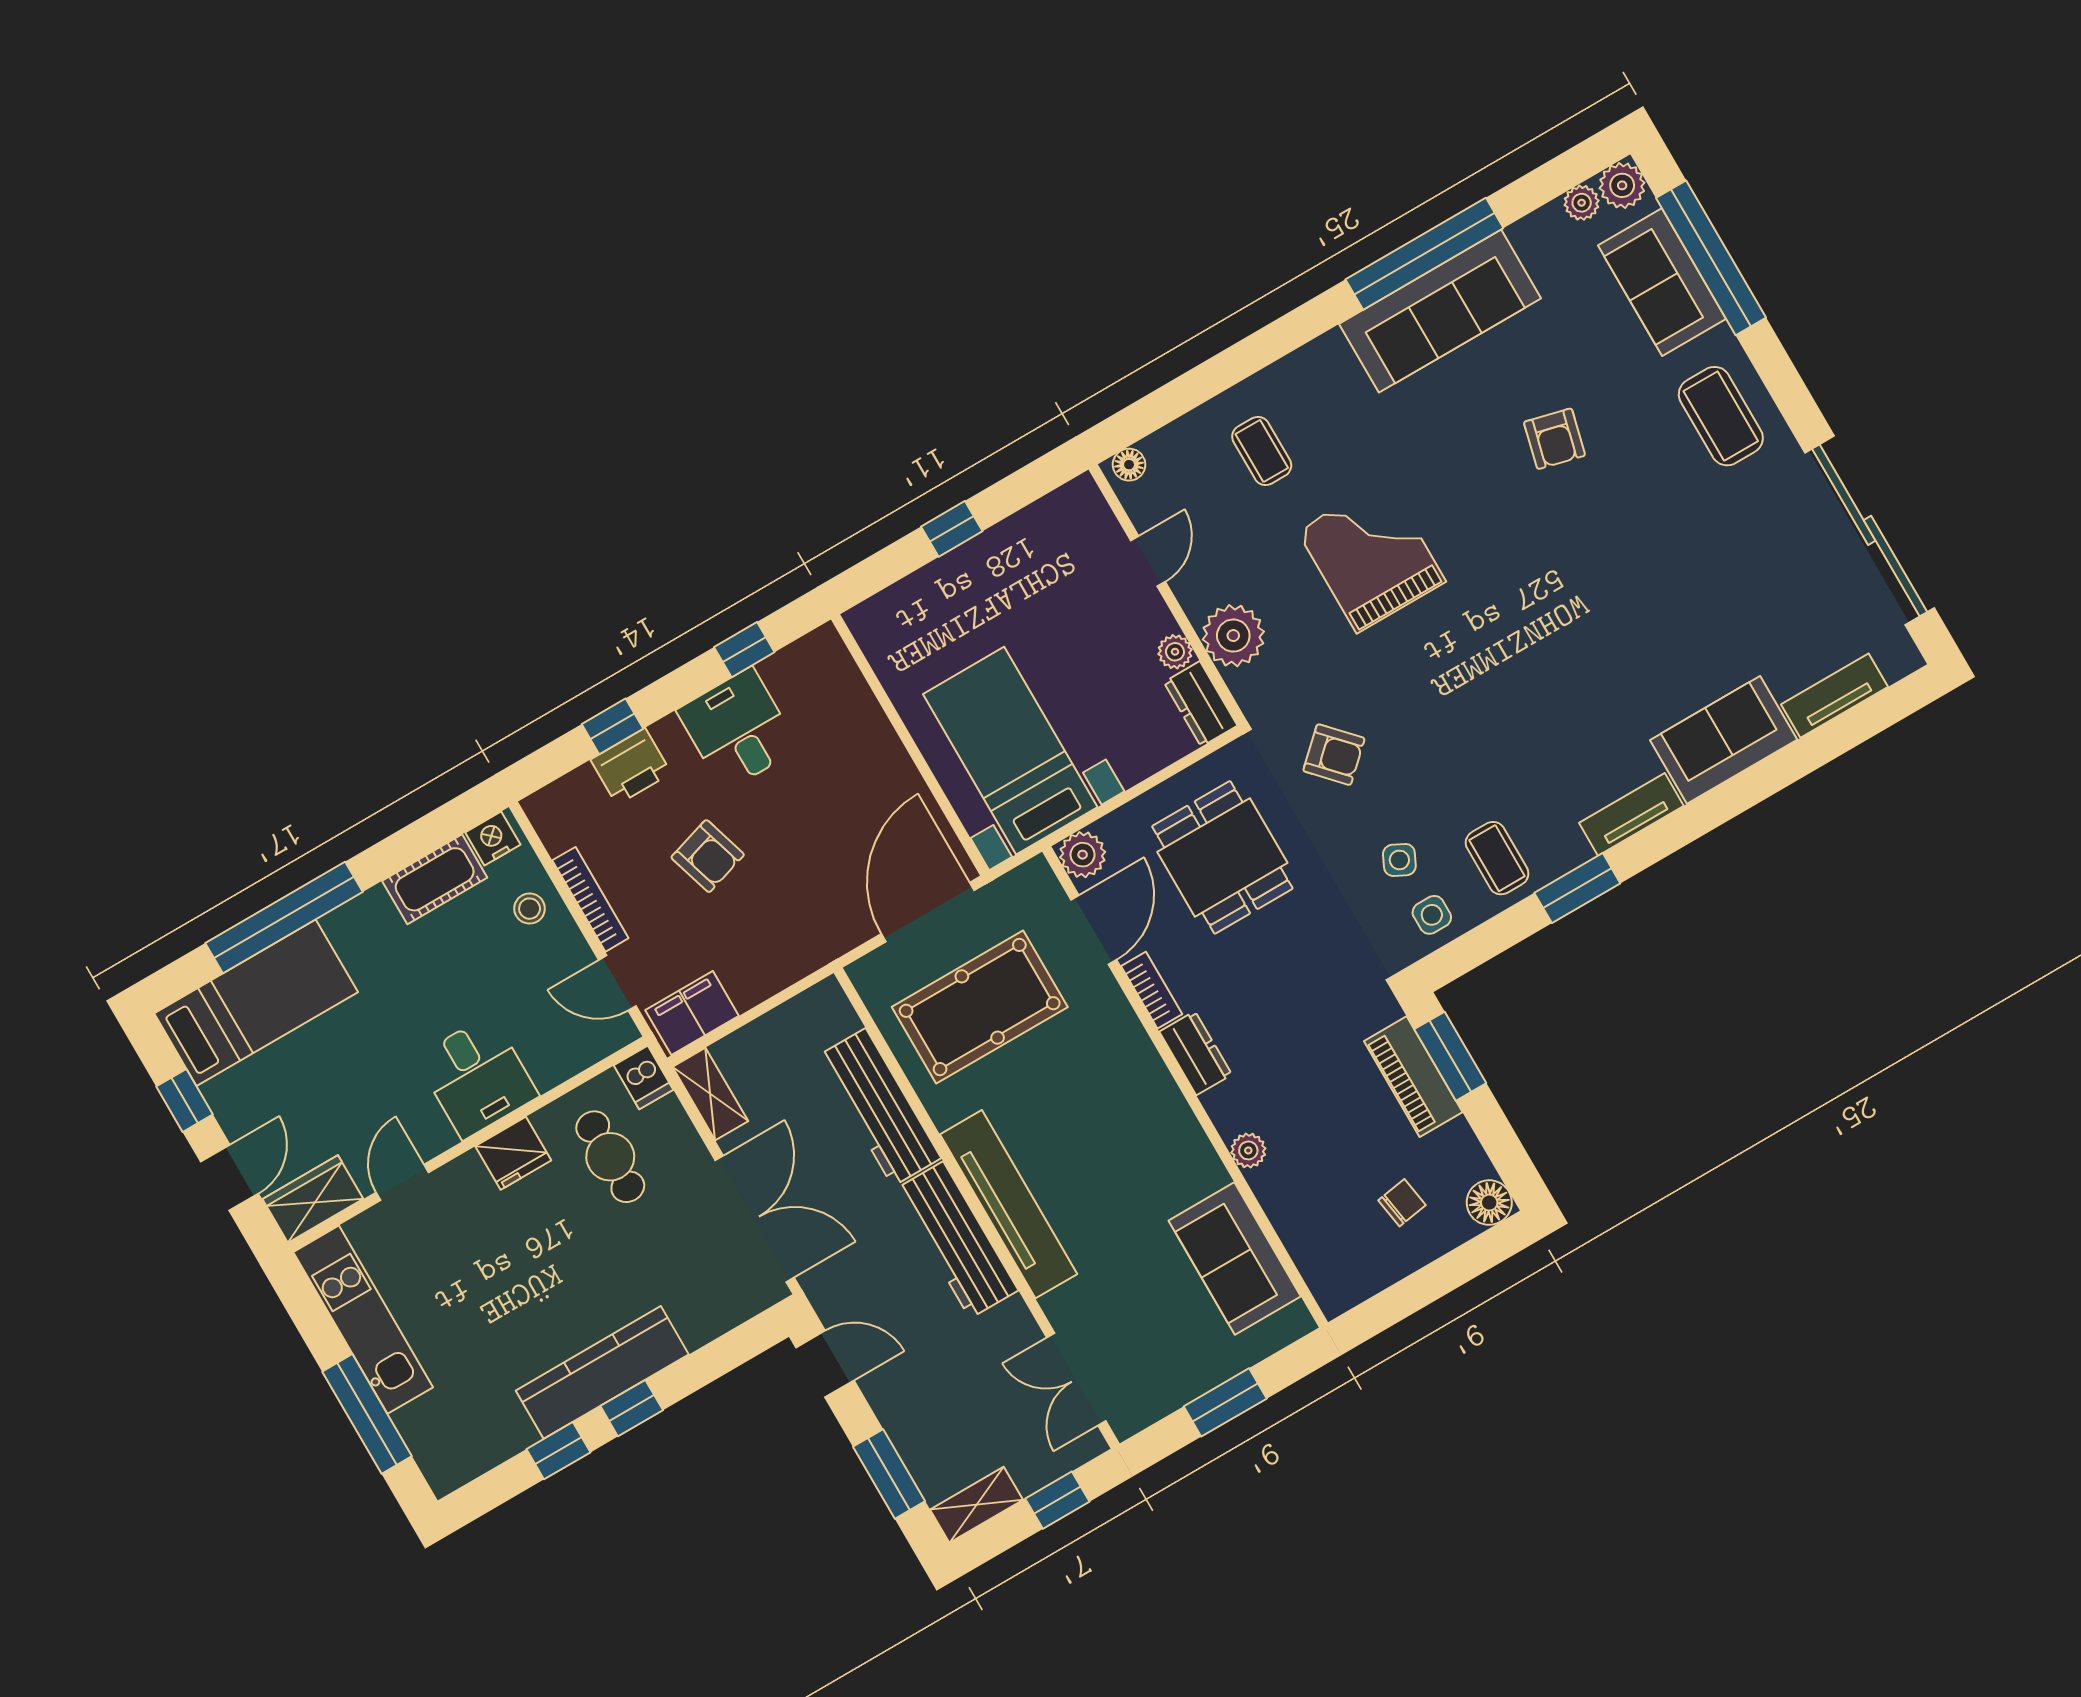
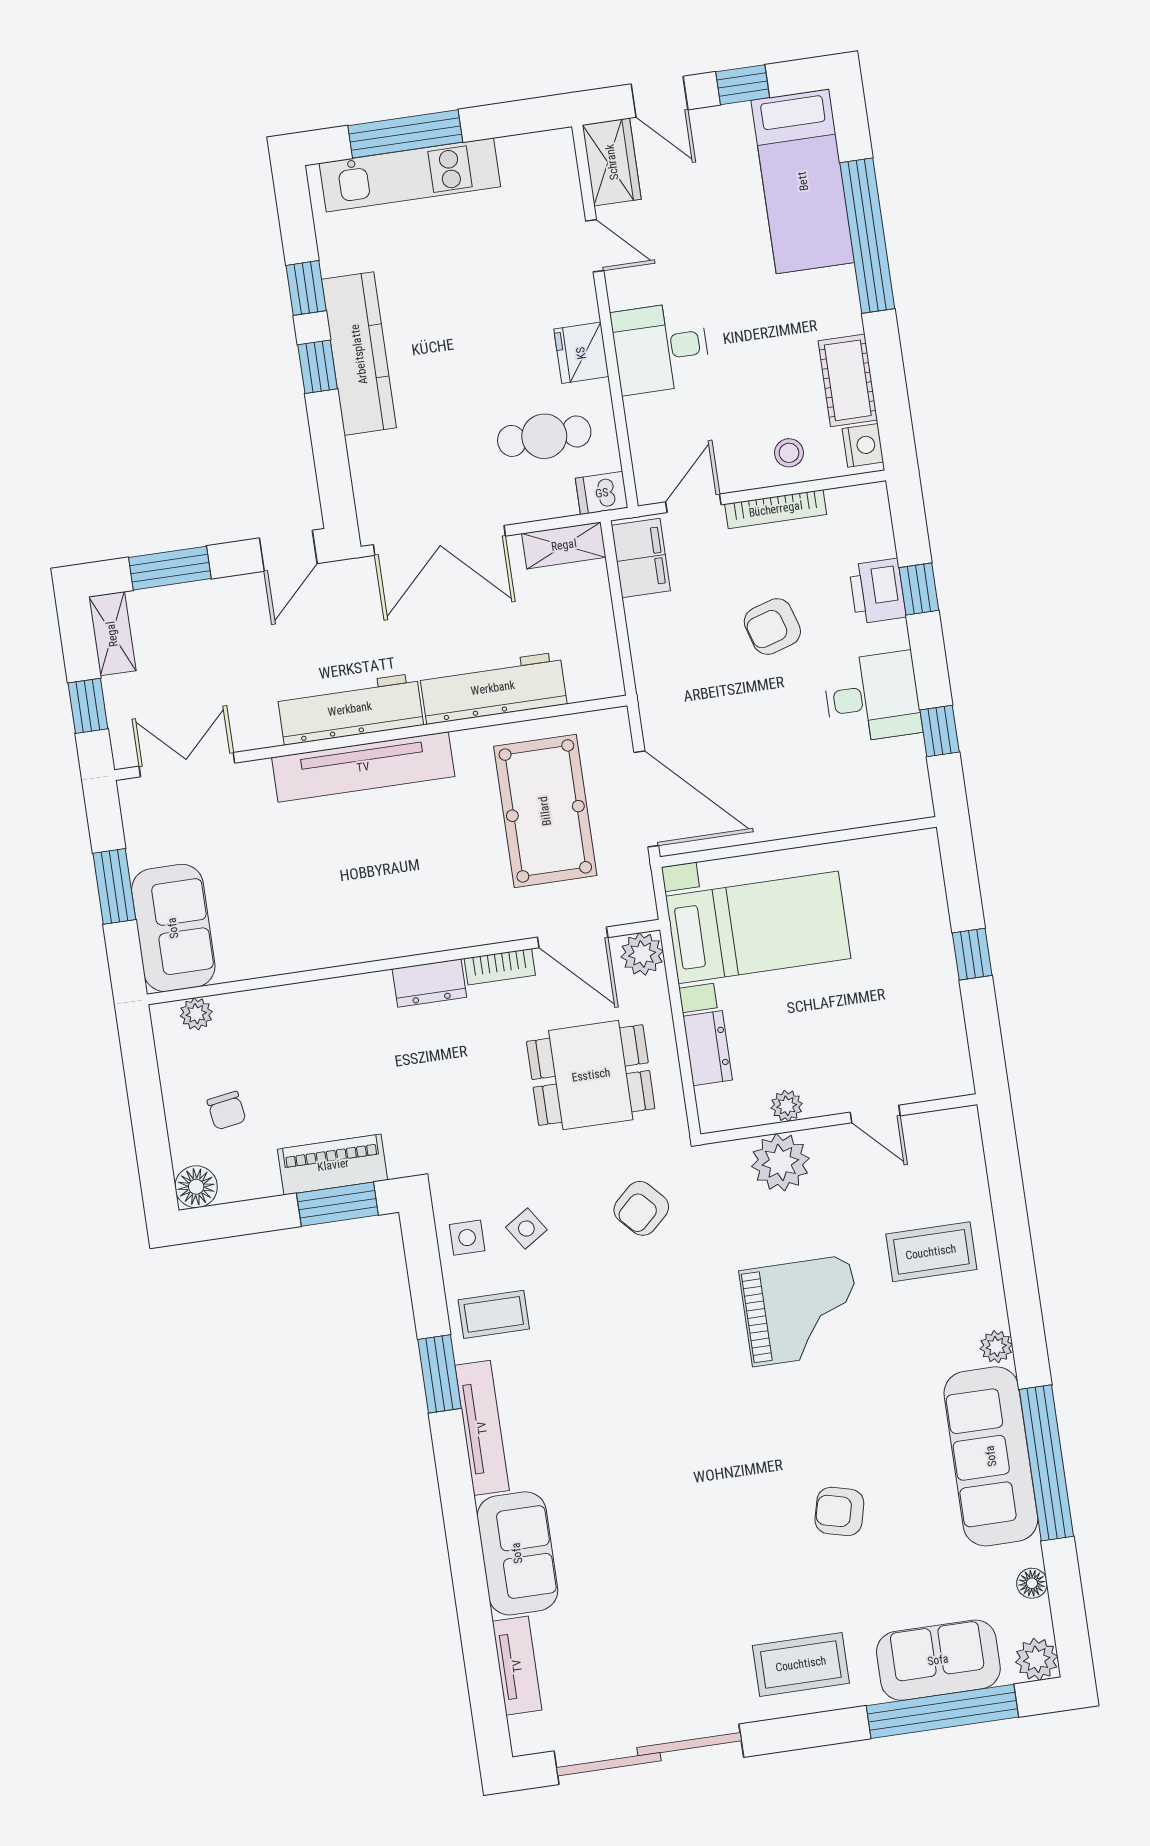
plant: (1582, 203) -> (996, 1347), moved
coffee table: (1262, 451) -> (931, 1252), width x1.36, depth x1.30
floor lamp: (1129, 465) -> (1032, 1583), moved
dresser: (1201, 704) -> (708, 1048), moved, turned 90
tv unit: (1631, 814) -> (482, 1428), width x1.41
side table: (1399, 860) -> (526, 1229), turned 31
plant: (1248, 1150) -> (196, 1014), moved
sofa: (1235, 1258) -> (173, 928), moved, turned 90
kitchen unit: (363, 1320) -> (410, 175), moved

